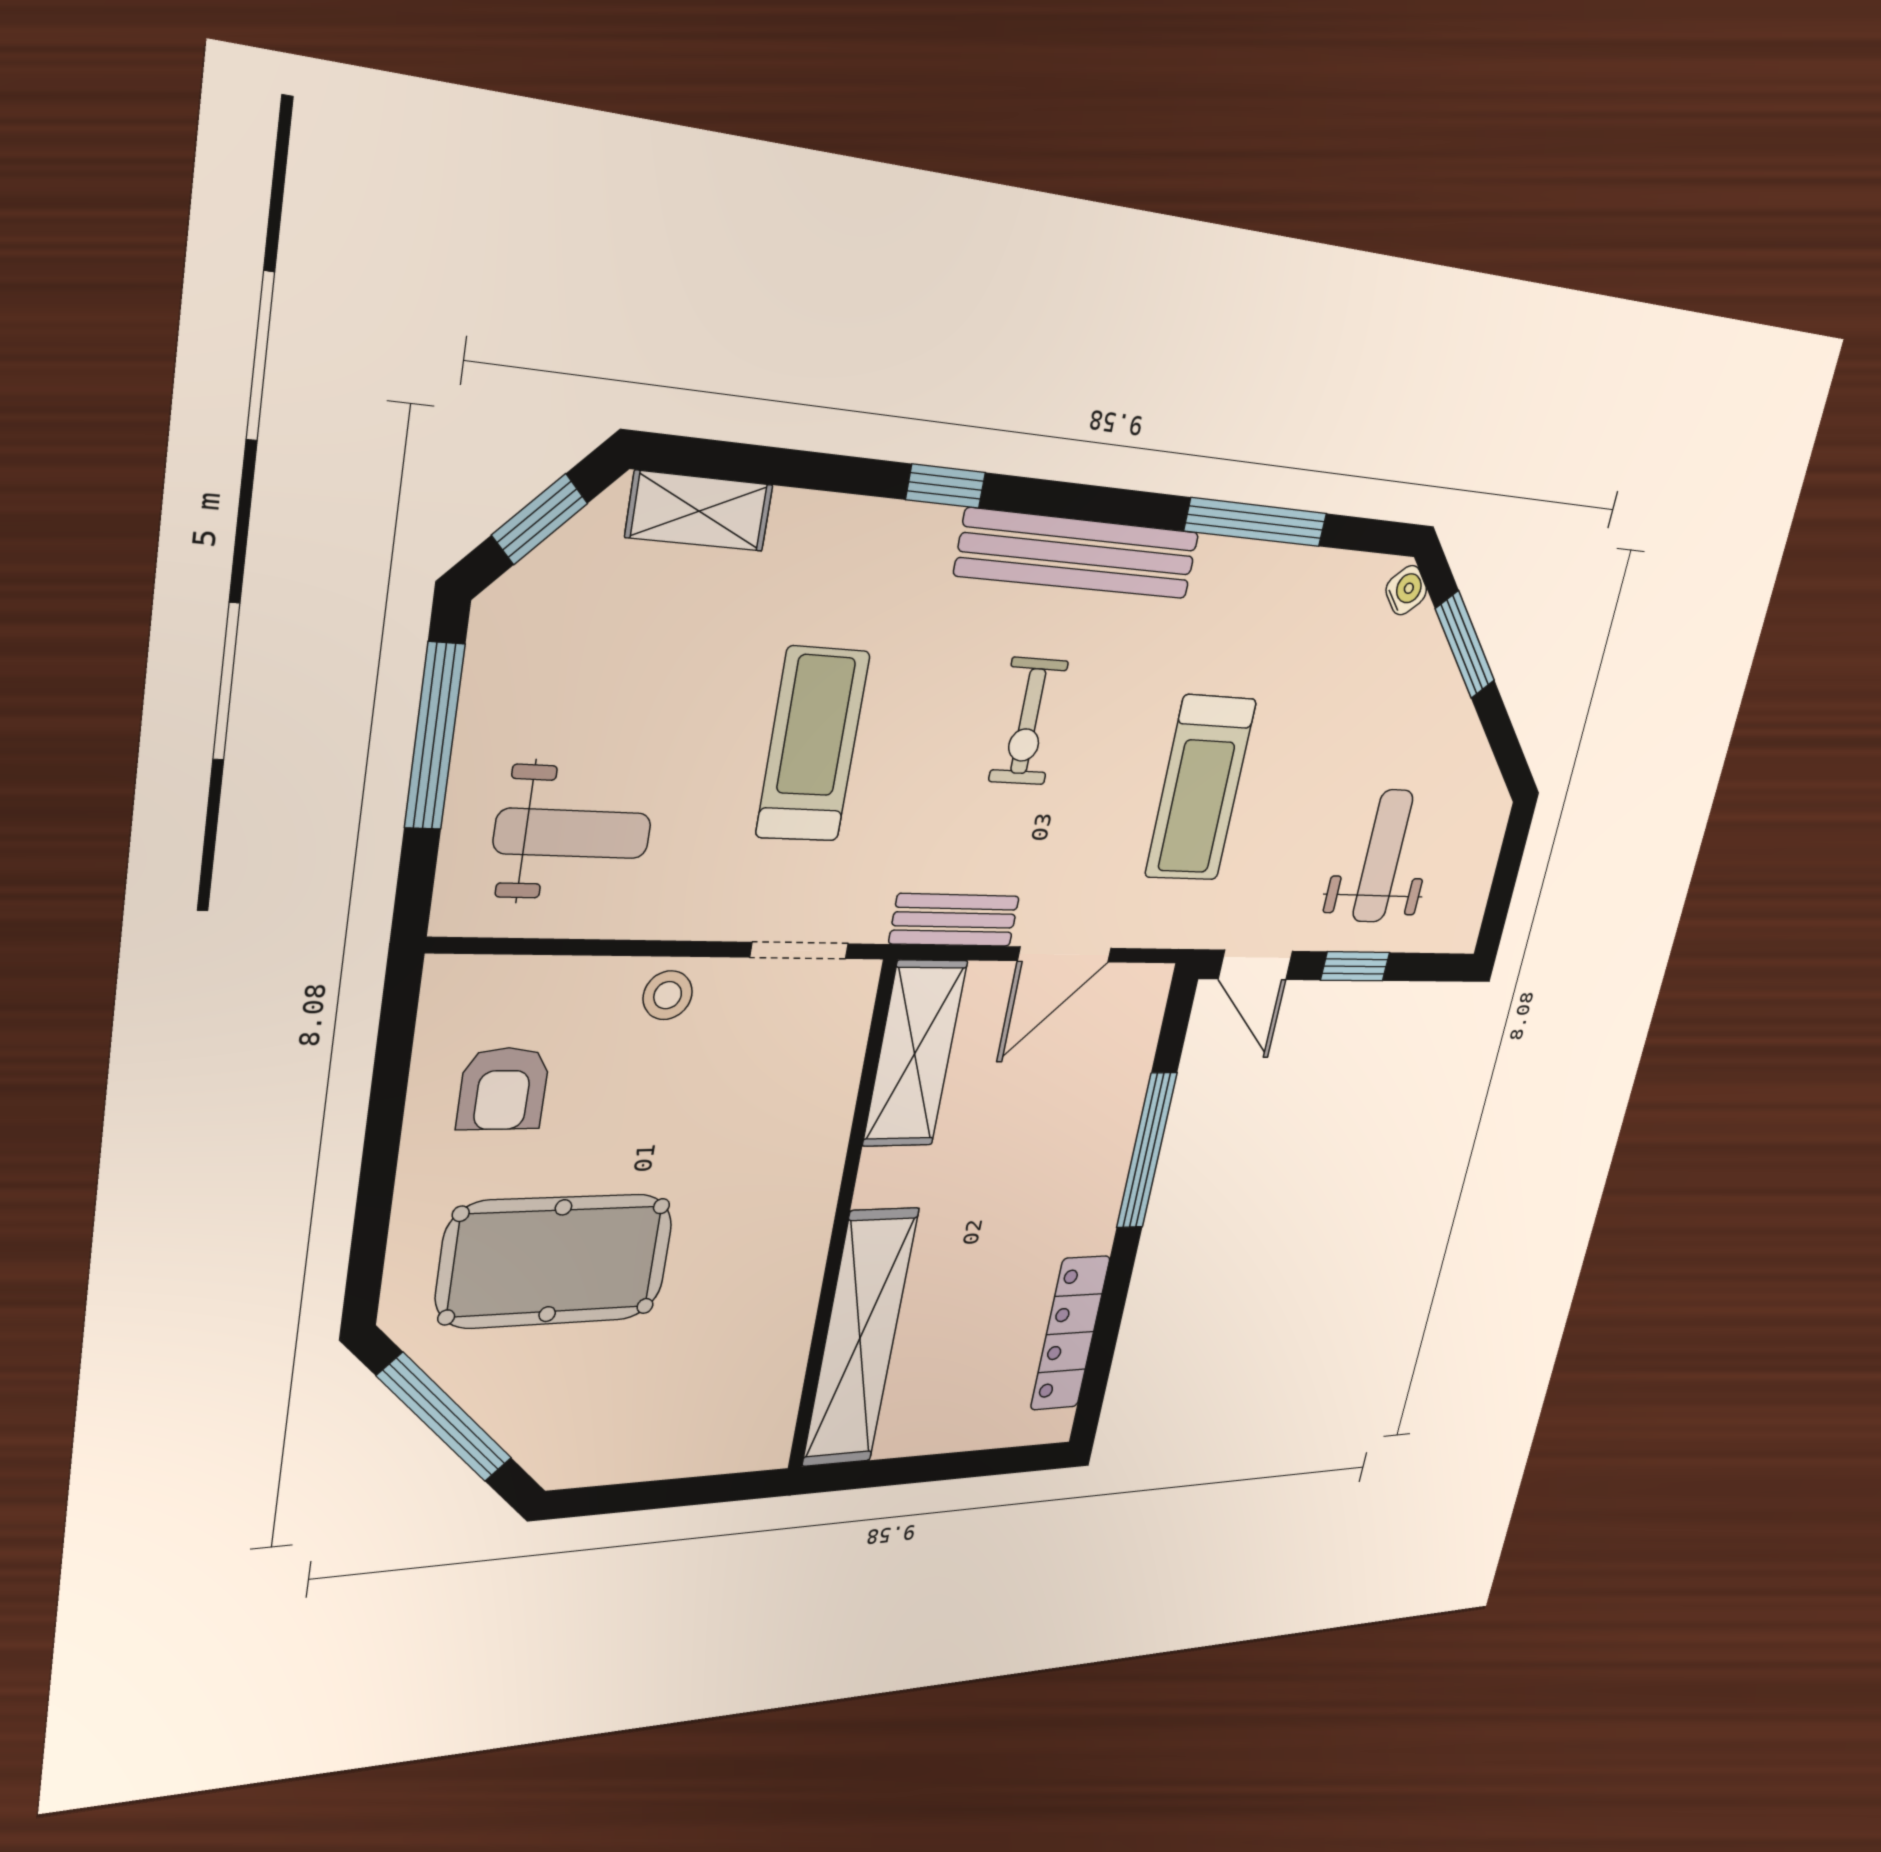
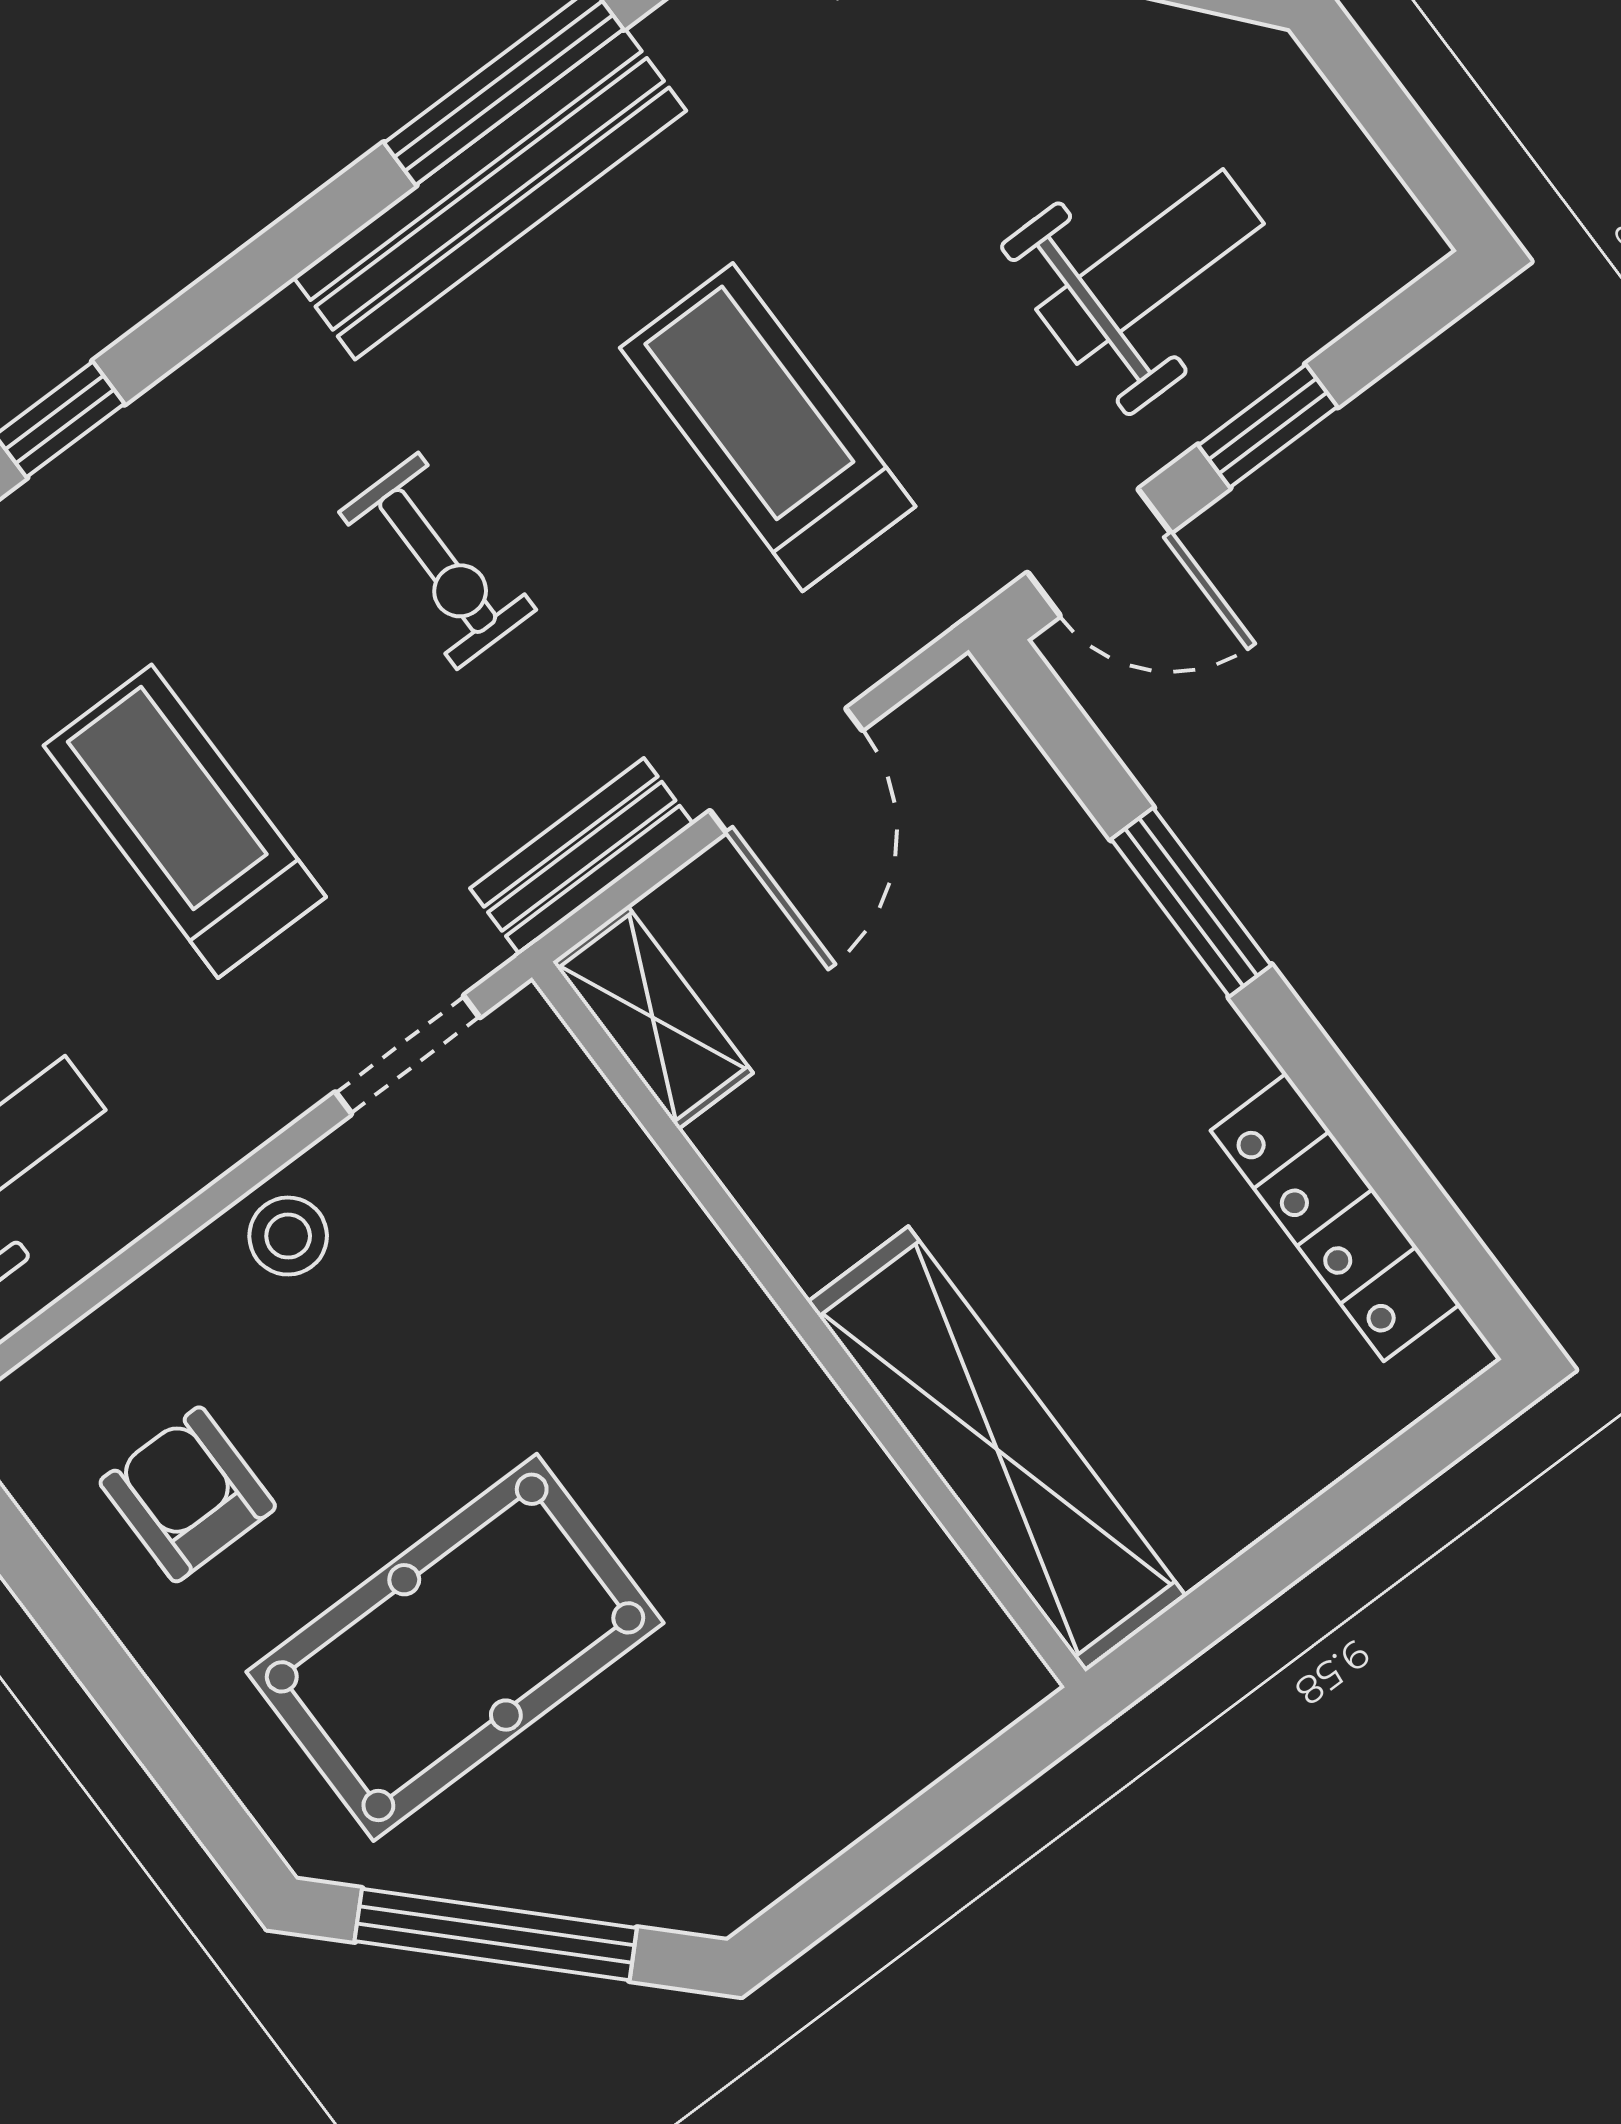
bench: (1078, 554) -> (490, 194), moved
treadmill: (1200, 788) -> (768, 427), turned 180
weight bench: (1383, 856) -> (1150, 267), turned 90
shelving: (915, 1054) -> (653, 1017), width x0.67, depth x0.75
armchair: (503, 1089) -> (188, 1494), turned 180
window: (1147, 1151) -> (1191, 902), width x0.69

